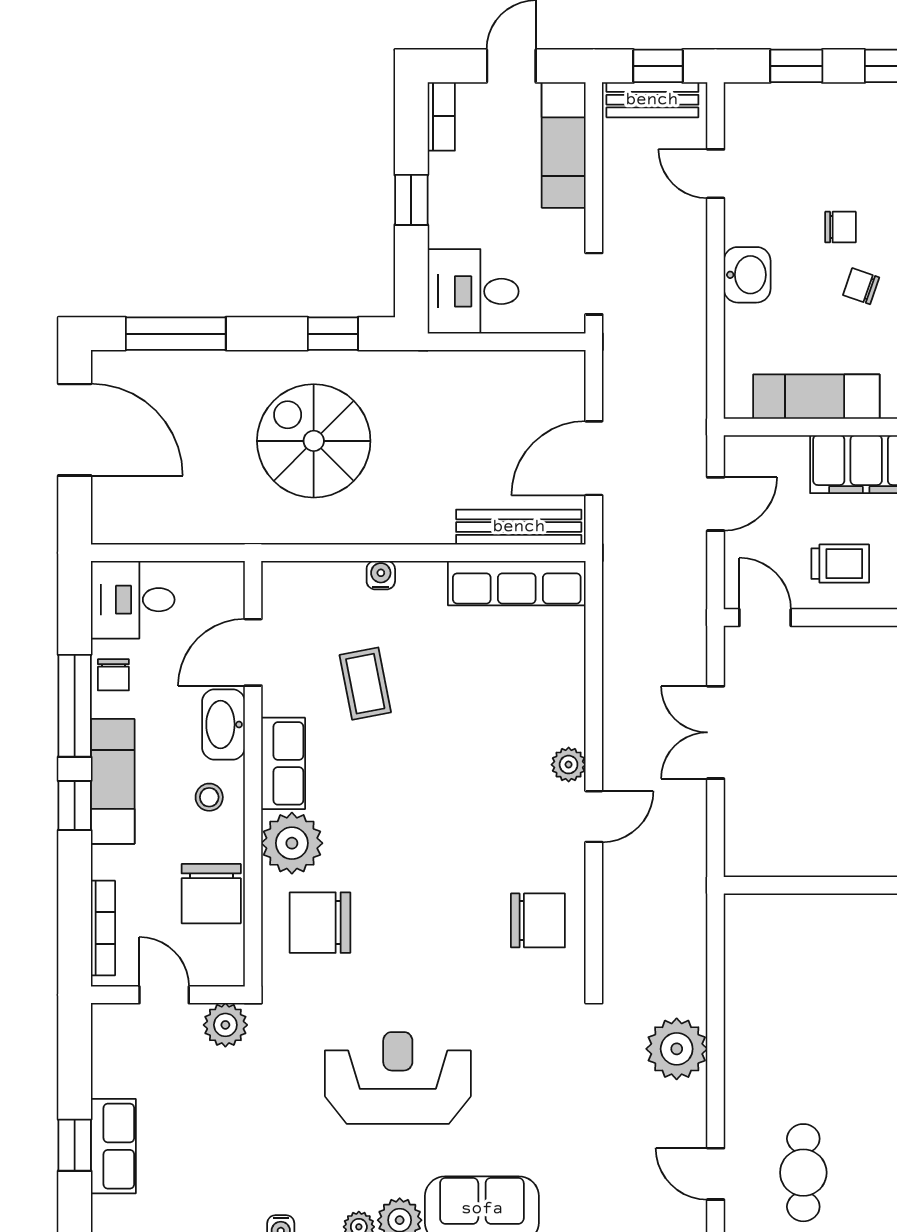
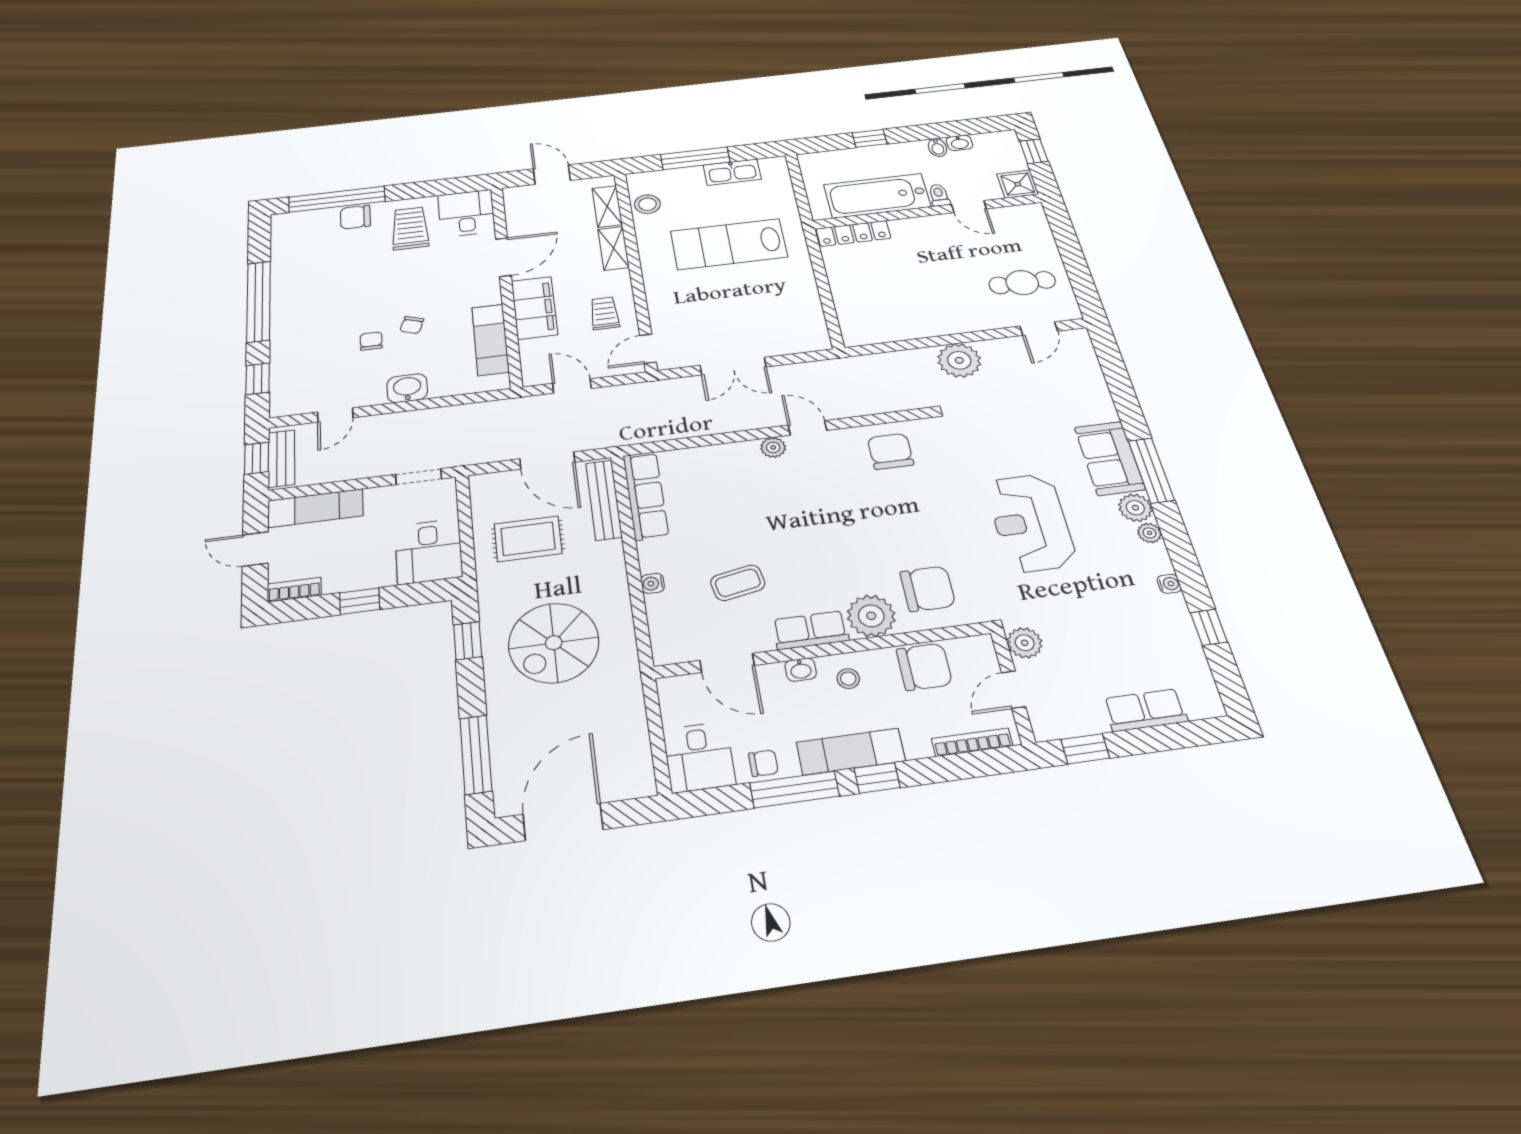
rug: (473, 422) -> (528, 539), added
washbasin: (223, 724) -> (801, 670), width x0.52, depth x0.69
chair: (320, 923) -> (928, 589), turned -90
window: (75, 1145) -> (1085, 749), moved

